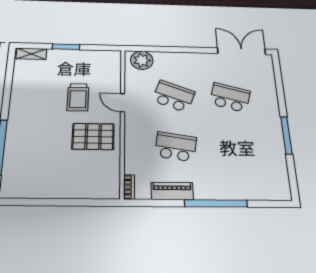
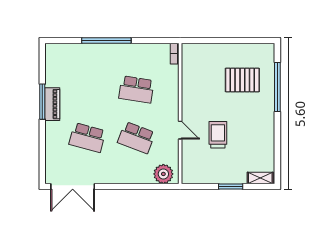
pallet: (93, 136) -> (242, 80), moved
piano: (172, 191) -> (52, 104), moved, turned -90

